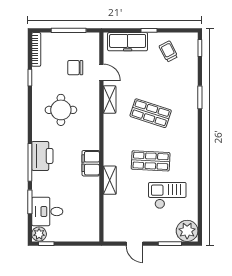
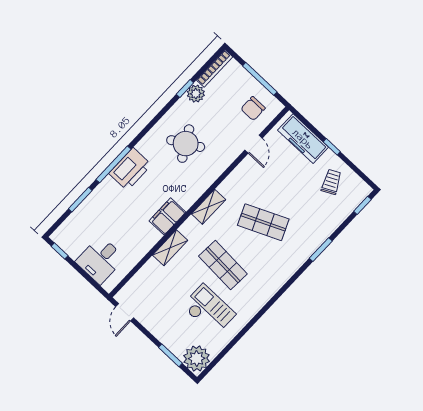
chair: (75, 68) -> (253, 109), moved, turned -90
shelving: (110, 100) -> (209, 207), moved
round table: (61, 110) -> (186, 144), turned -30
shop shelf: (151, 113) -> (263, 222), turned -42
desk: (47, 212) -> (100, 260), moved, turned -90
plant: (39, 234) -> (196, 94), moved
door: (135, 244) -> (125, 312), moved

